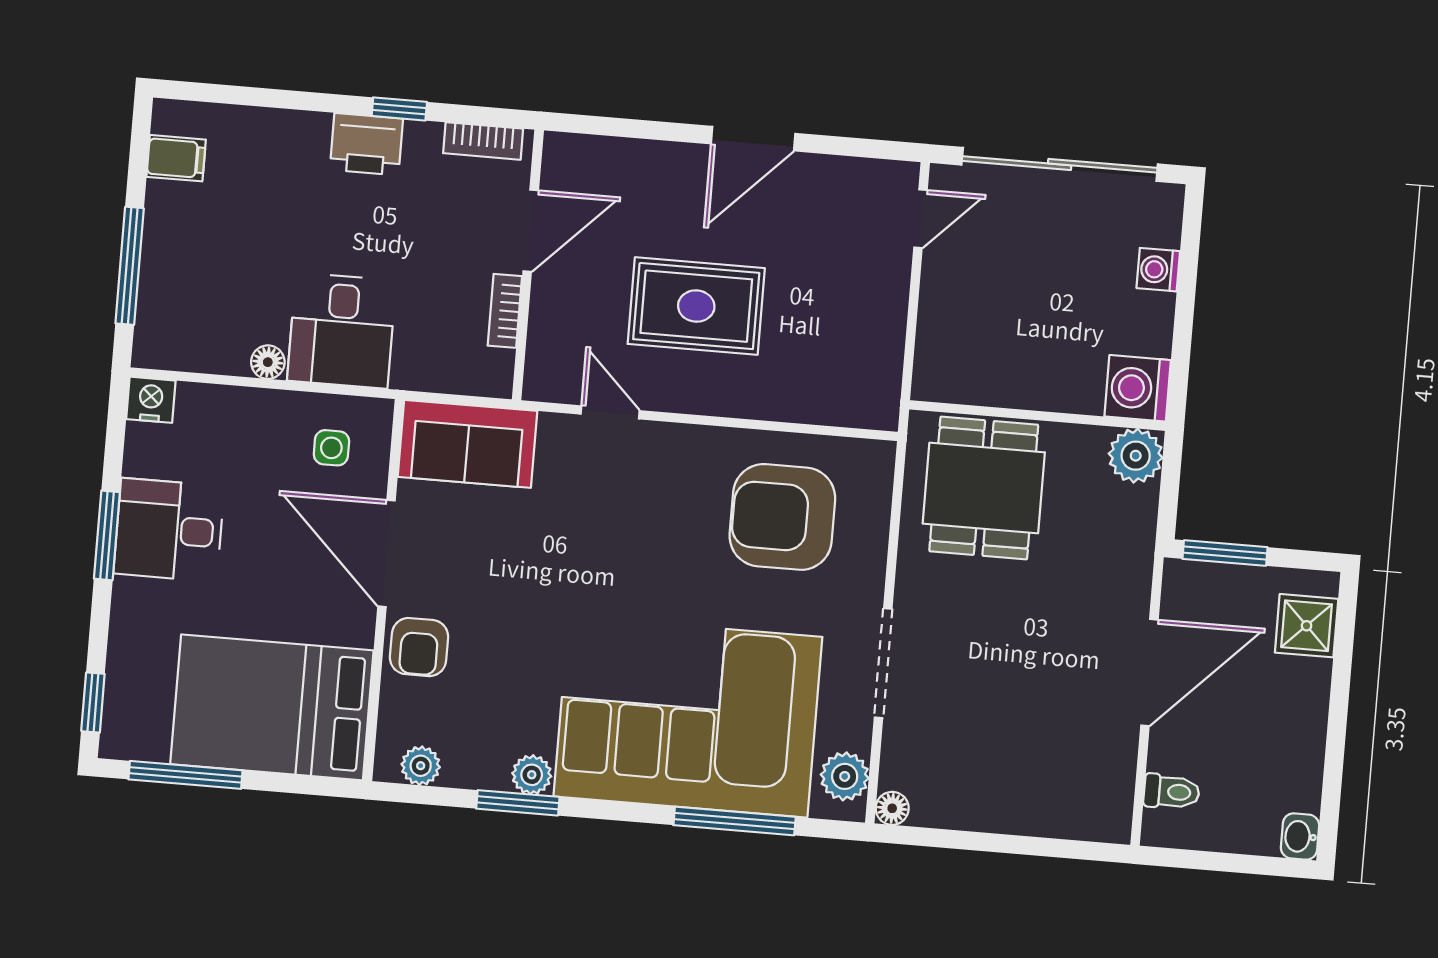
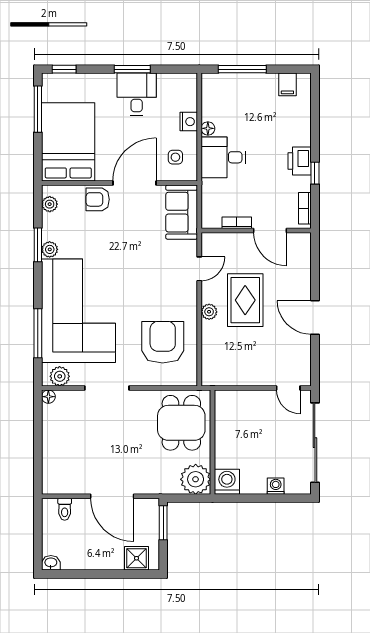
plant: (717, 397) -> (209, 312), added
nightstand: (151, 400) -> (189, 122), moved
plant: (1136, 456) -> (196, 479), width x1.36, depth x1.36
dining table: (984, 488) -> (181, 423), turned 90

